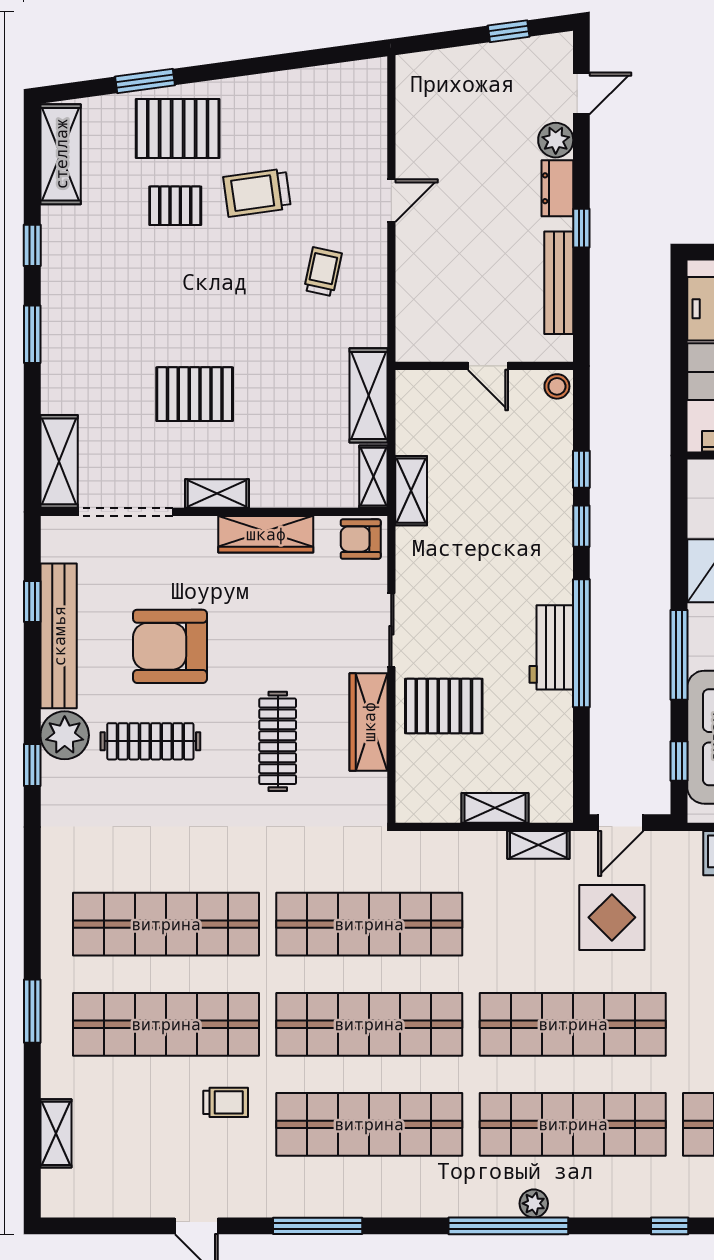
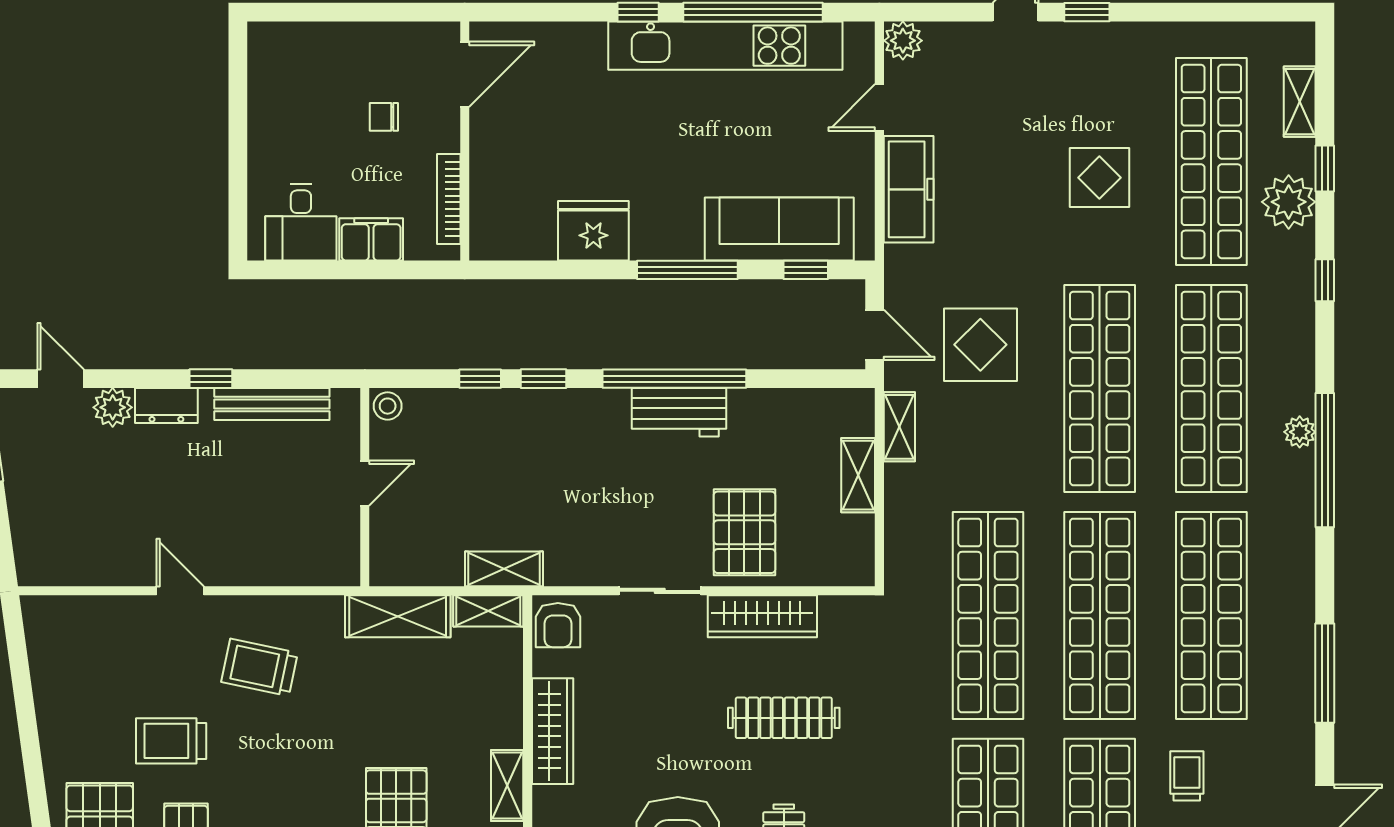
trolley: (257, 193) -> (171, 741), turned 98
trolley: (323, 272) -> (260, 667), width x1.36, depth x1.39

